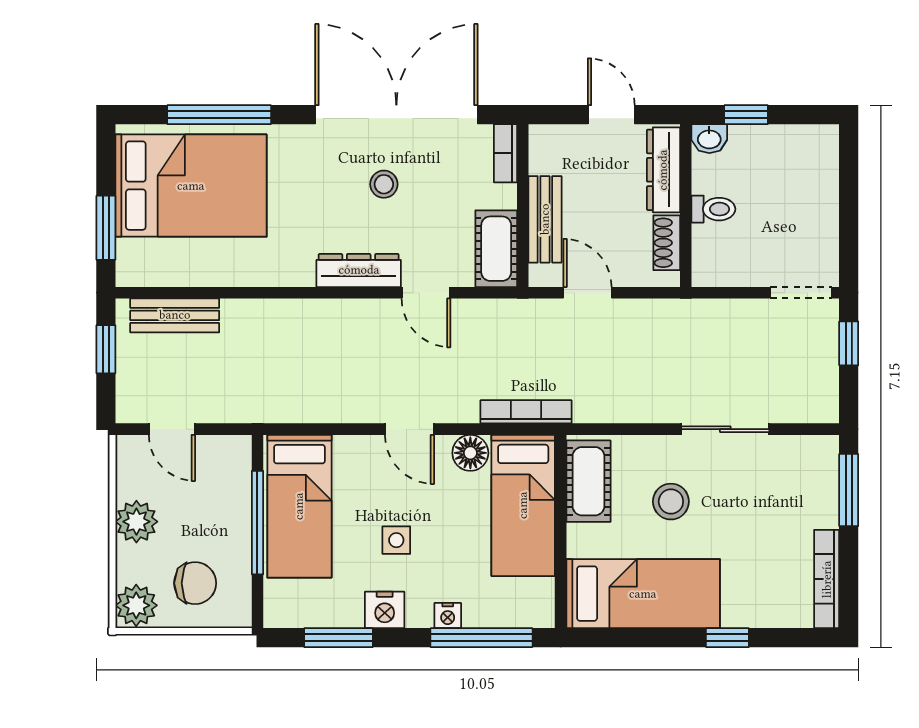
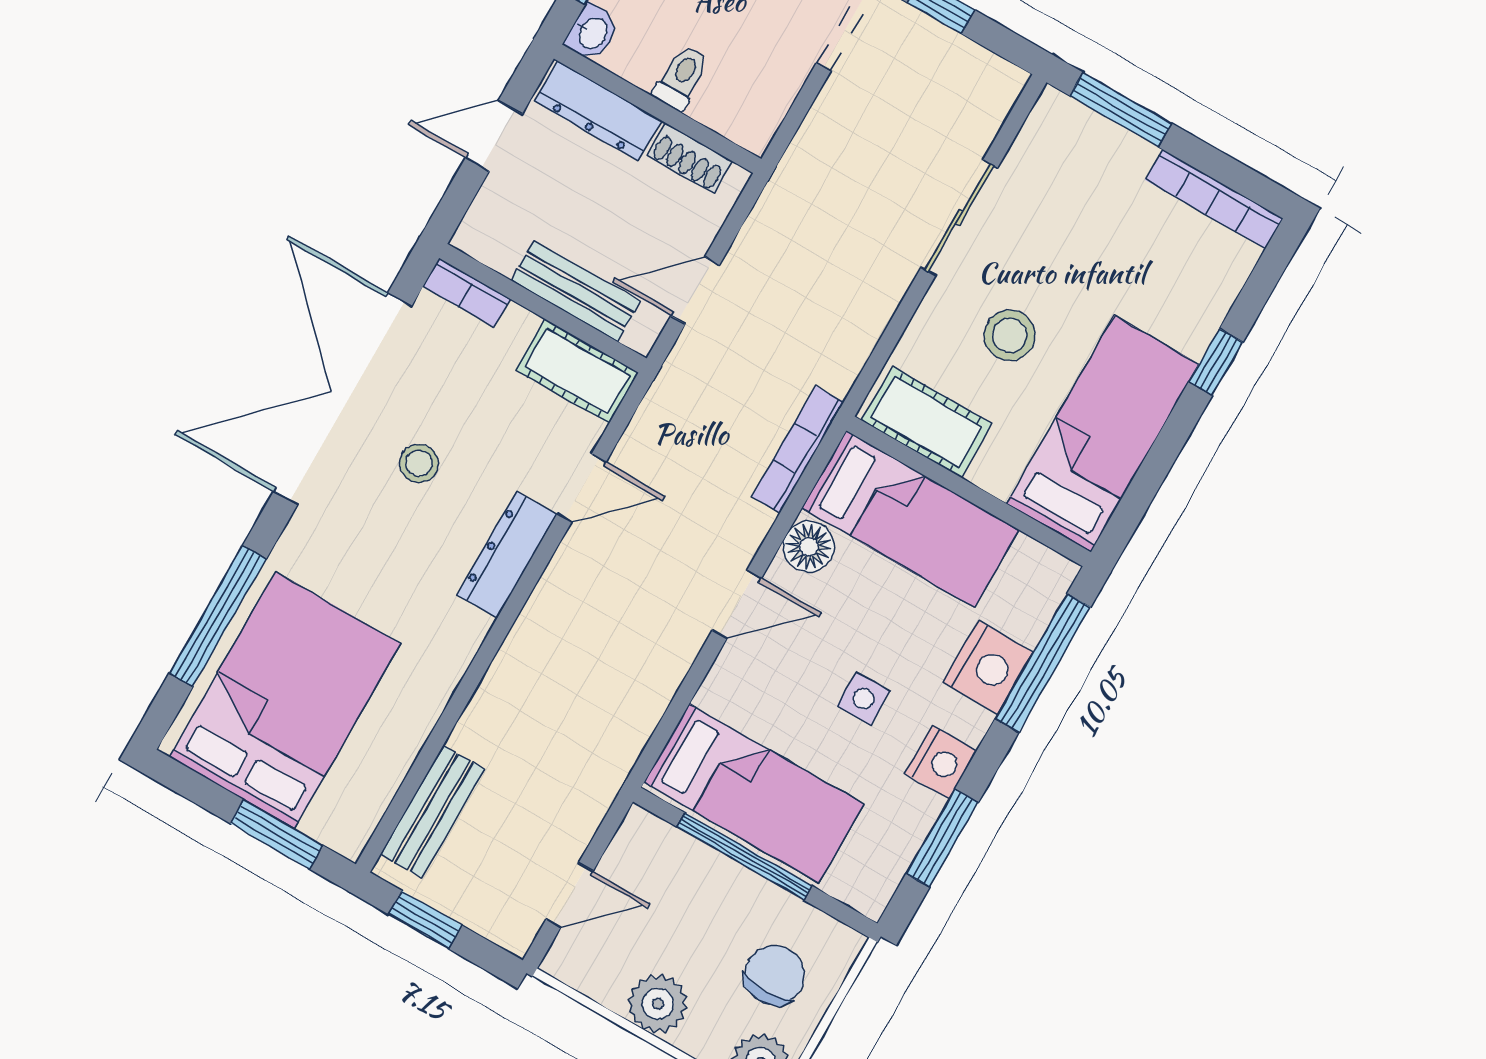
nightstand: (448, 616) -> (988, 667), width x1.89, depth x1.79

